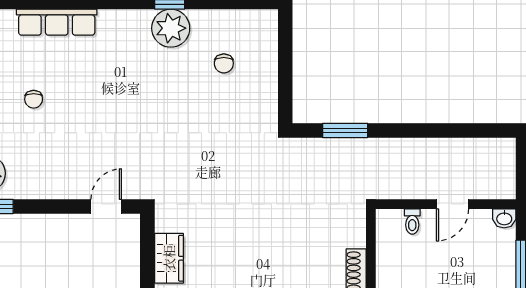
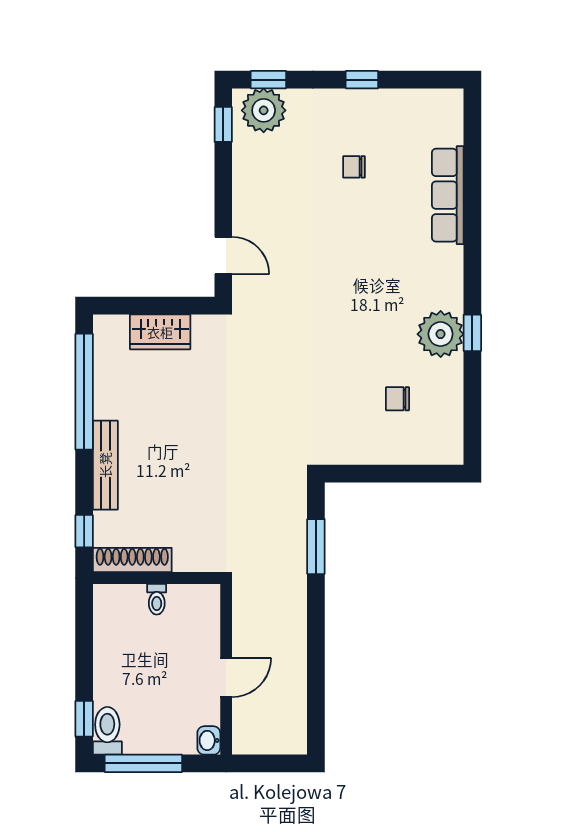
door: (453, 204) -> (226, 677), swing flipped
toilet: (412, 222) -> (157, 599), moved, turned -90

